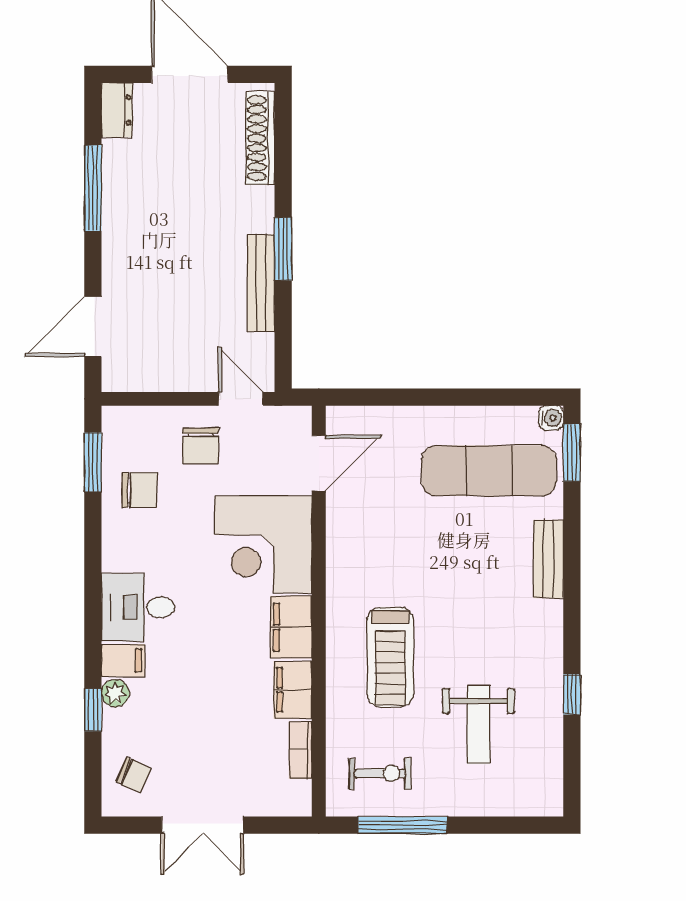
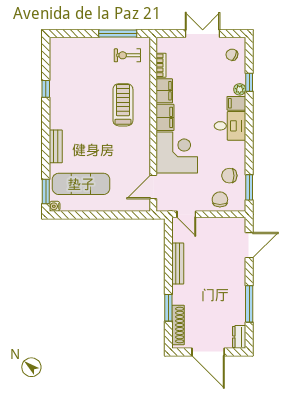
window: (283, 249) -> (168, 308), moved
chair: (201, 446) -> (220, 199), moved
weight bench: (478, 725) -> (85, 76), removed

